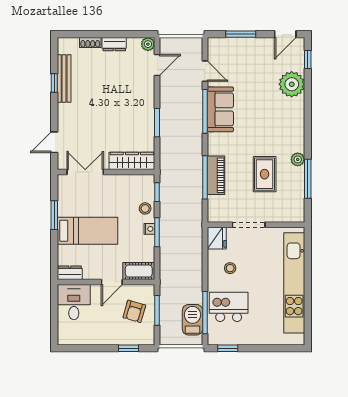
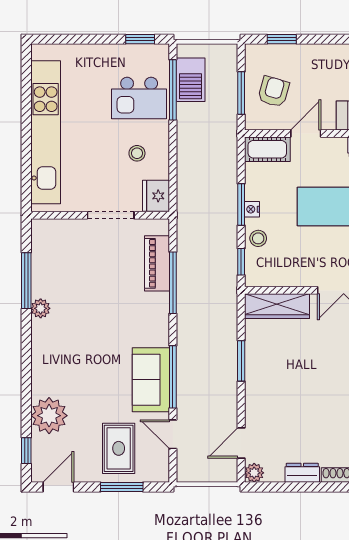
rug: (265, 174) -> (119, 448), moved
piano: (216, 175) -> (157, 263), moved

